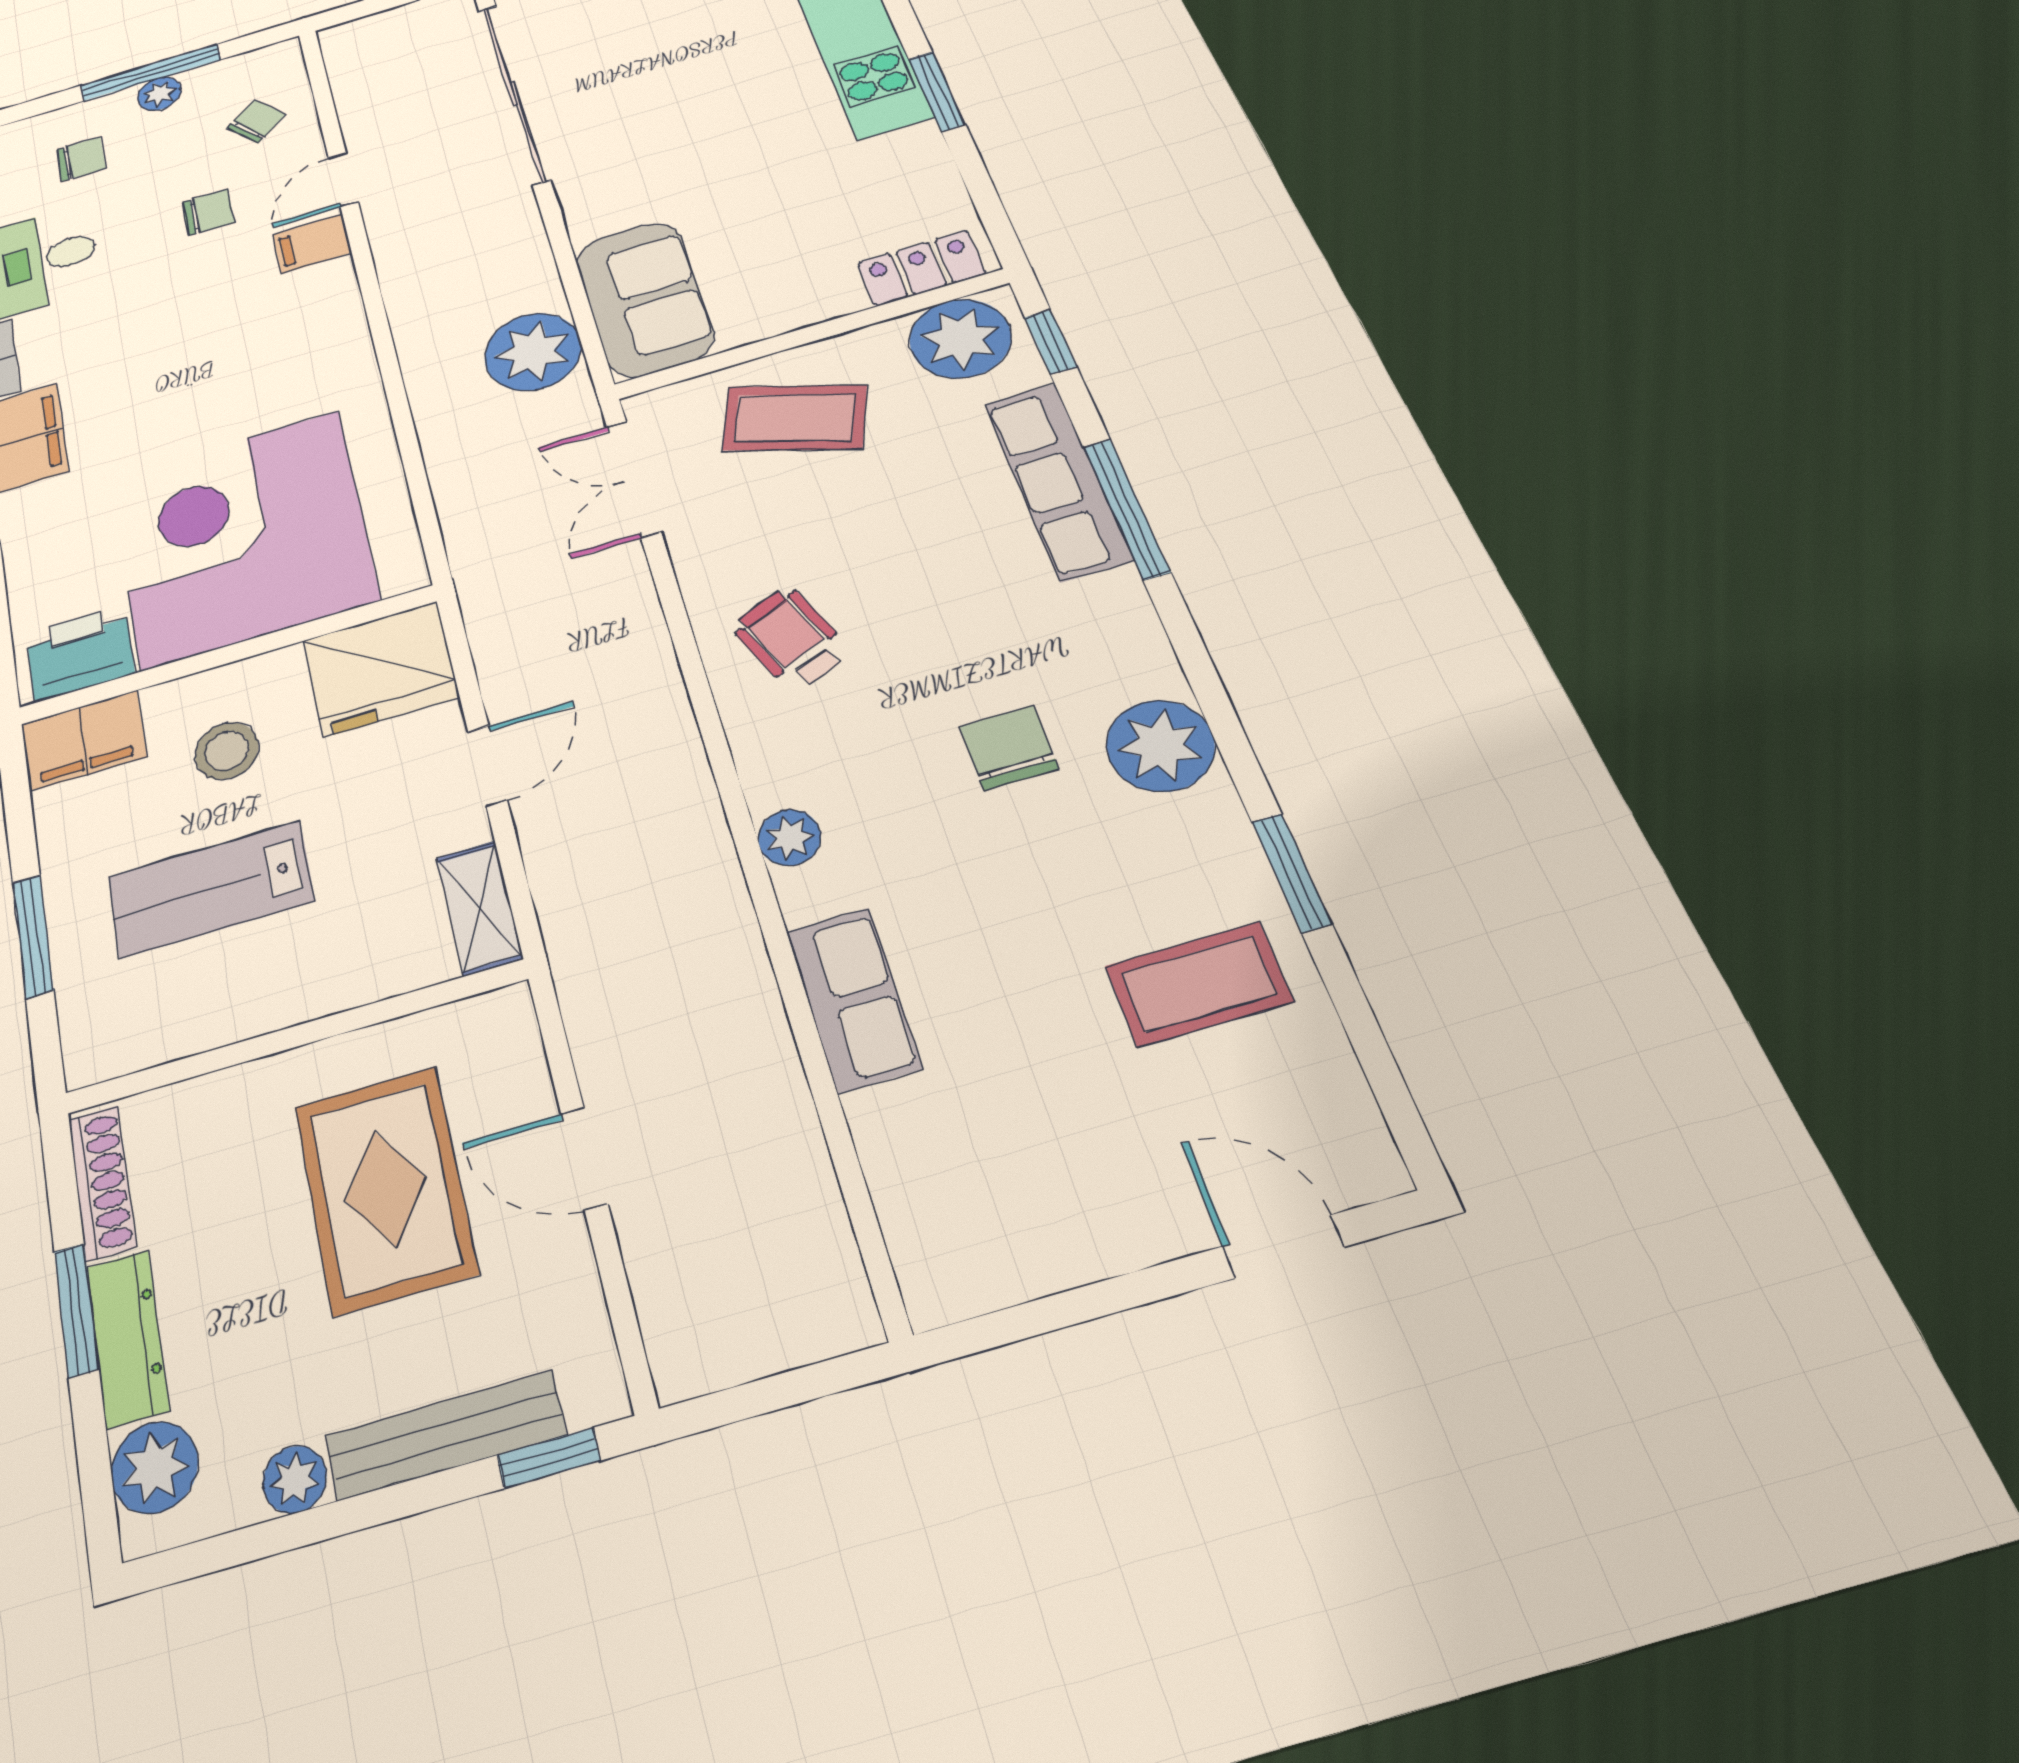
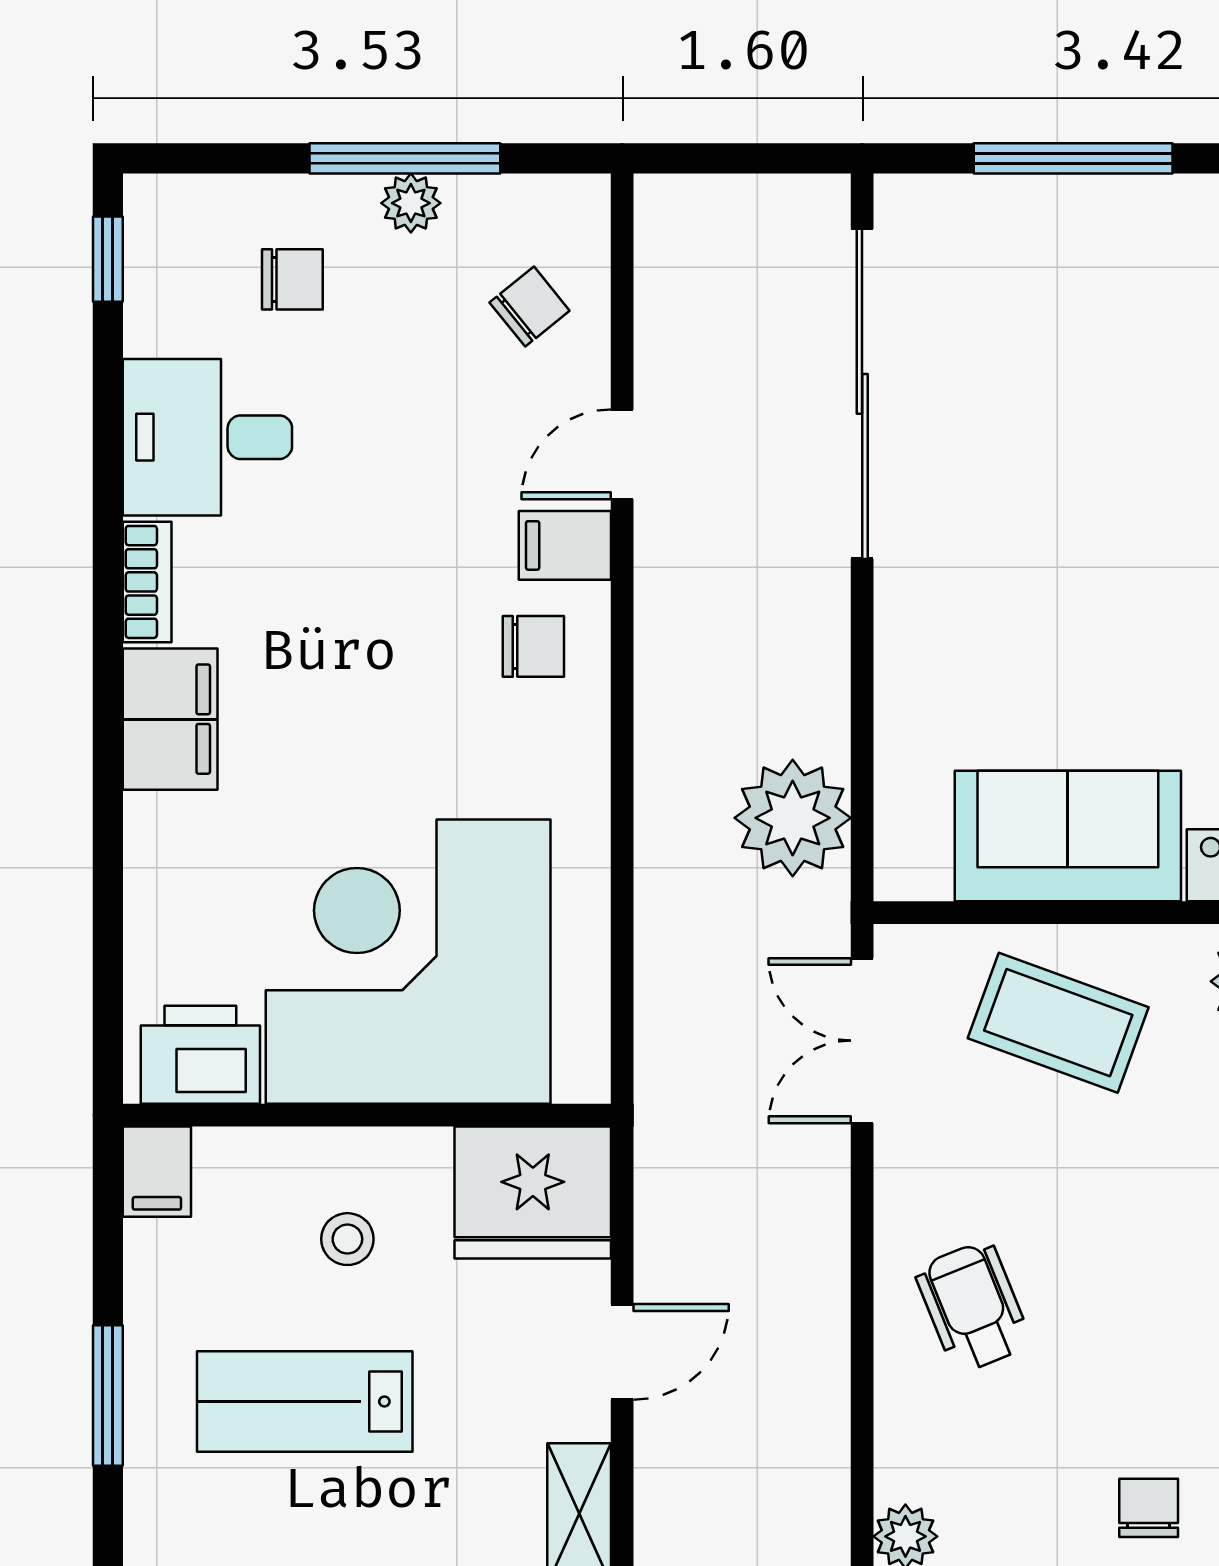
chair: (208, 212) -> (533, 646), moved
sofa: (645, 299) -> (1068, 836), moved, turned -90
filing cabinet: (84, 740) -> (157, 1172), width x0.50
chair: (1009, 748) -> (1149, 1508), width x0.73, depth x0.73
stool: (227, 751) -> (347, 1239), width x0.73, depth x0.73

